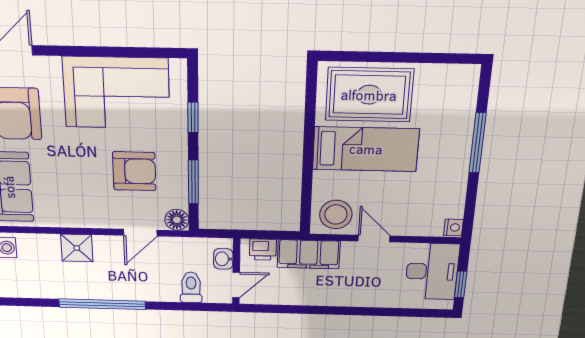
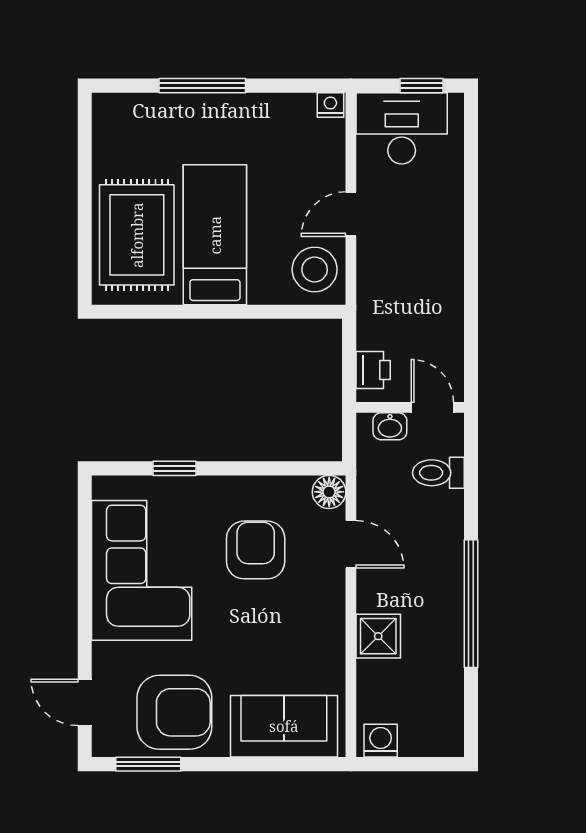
window: (193, 182) -> (270, 468), removed
filing cabinet: (309, 254) -> (379, 305), removed

